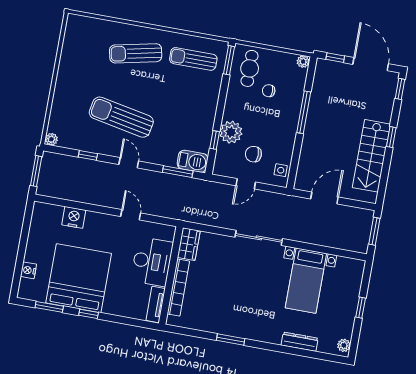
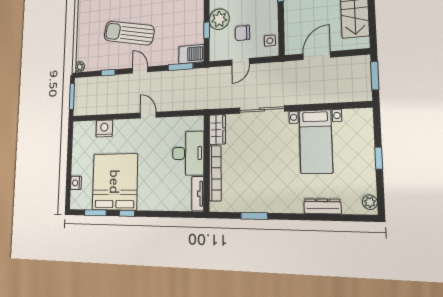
wardrobe: (189, 244) -> (217, 130), moved
desk: (152, 262) -> (188, 153), moved
wall: (171, 275) -> (207, 163), moved
bookcase: (178, 288) -> (215, 173), moved
tv unit: (156, 304) -> (198, 194), moved

